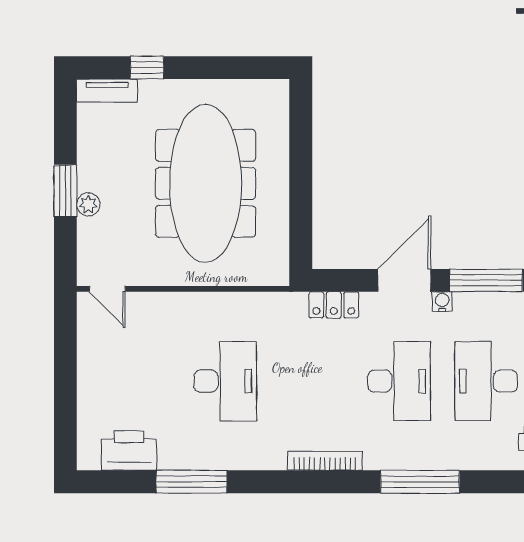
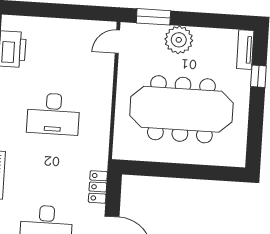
window: (65, 191) -> (153, 17), moved
plant: (88, 204) -> (179, 40), width x1.88, depth x1.88

